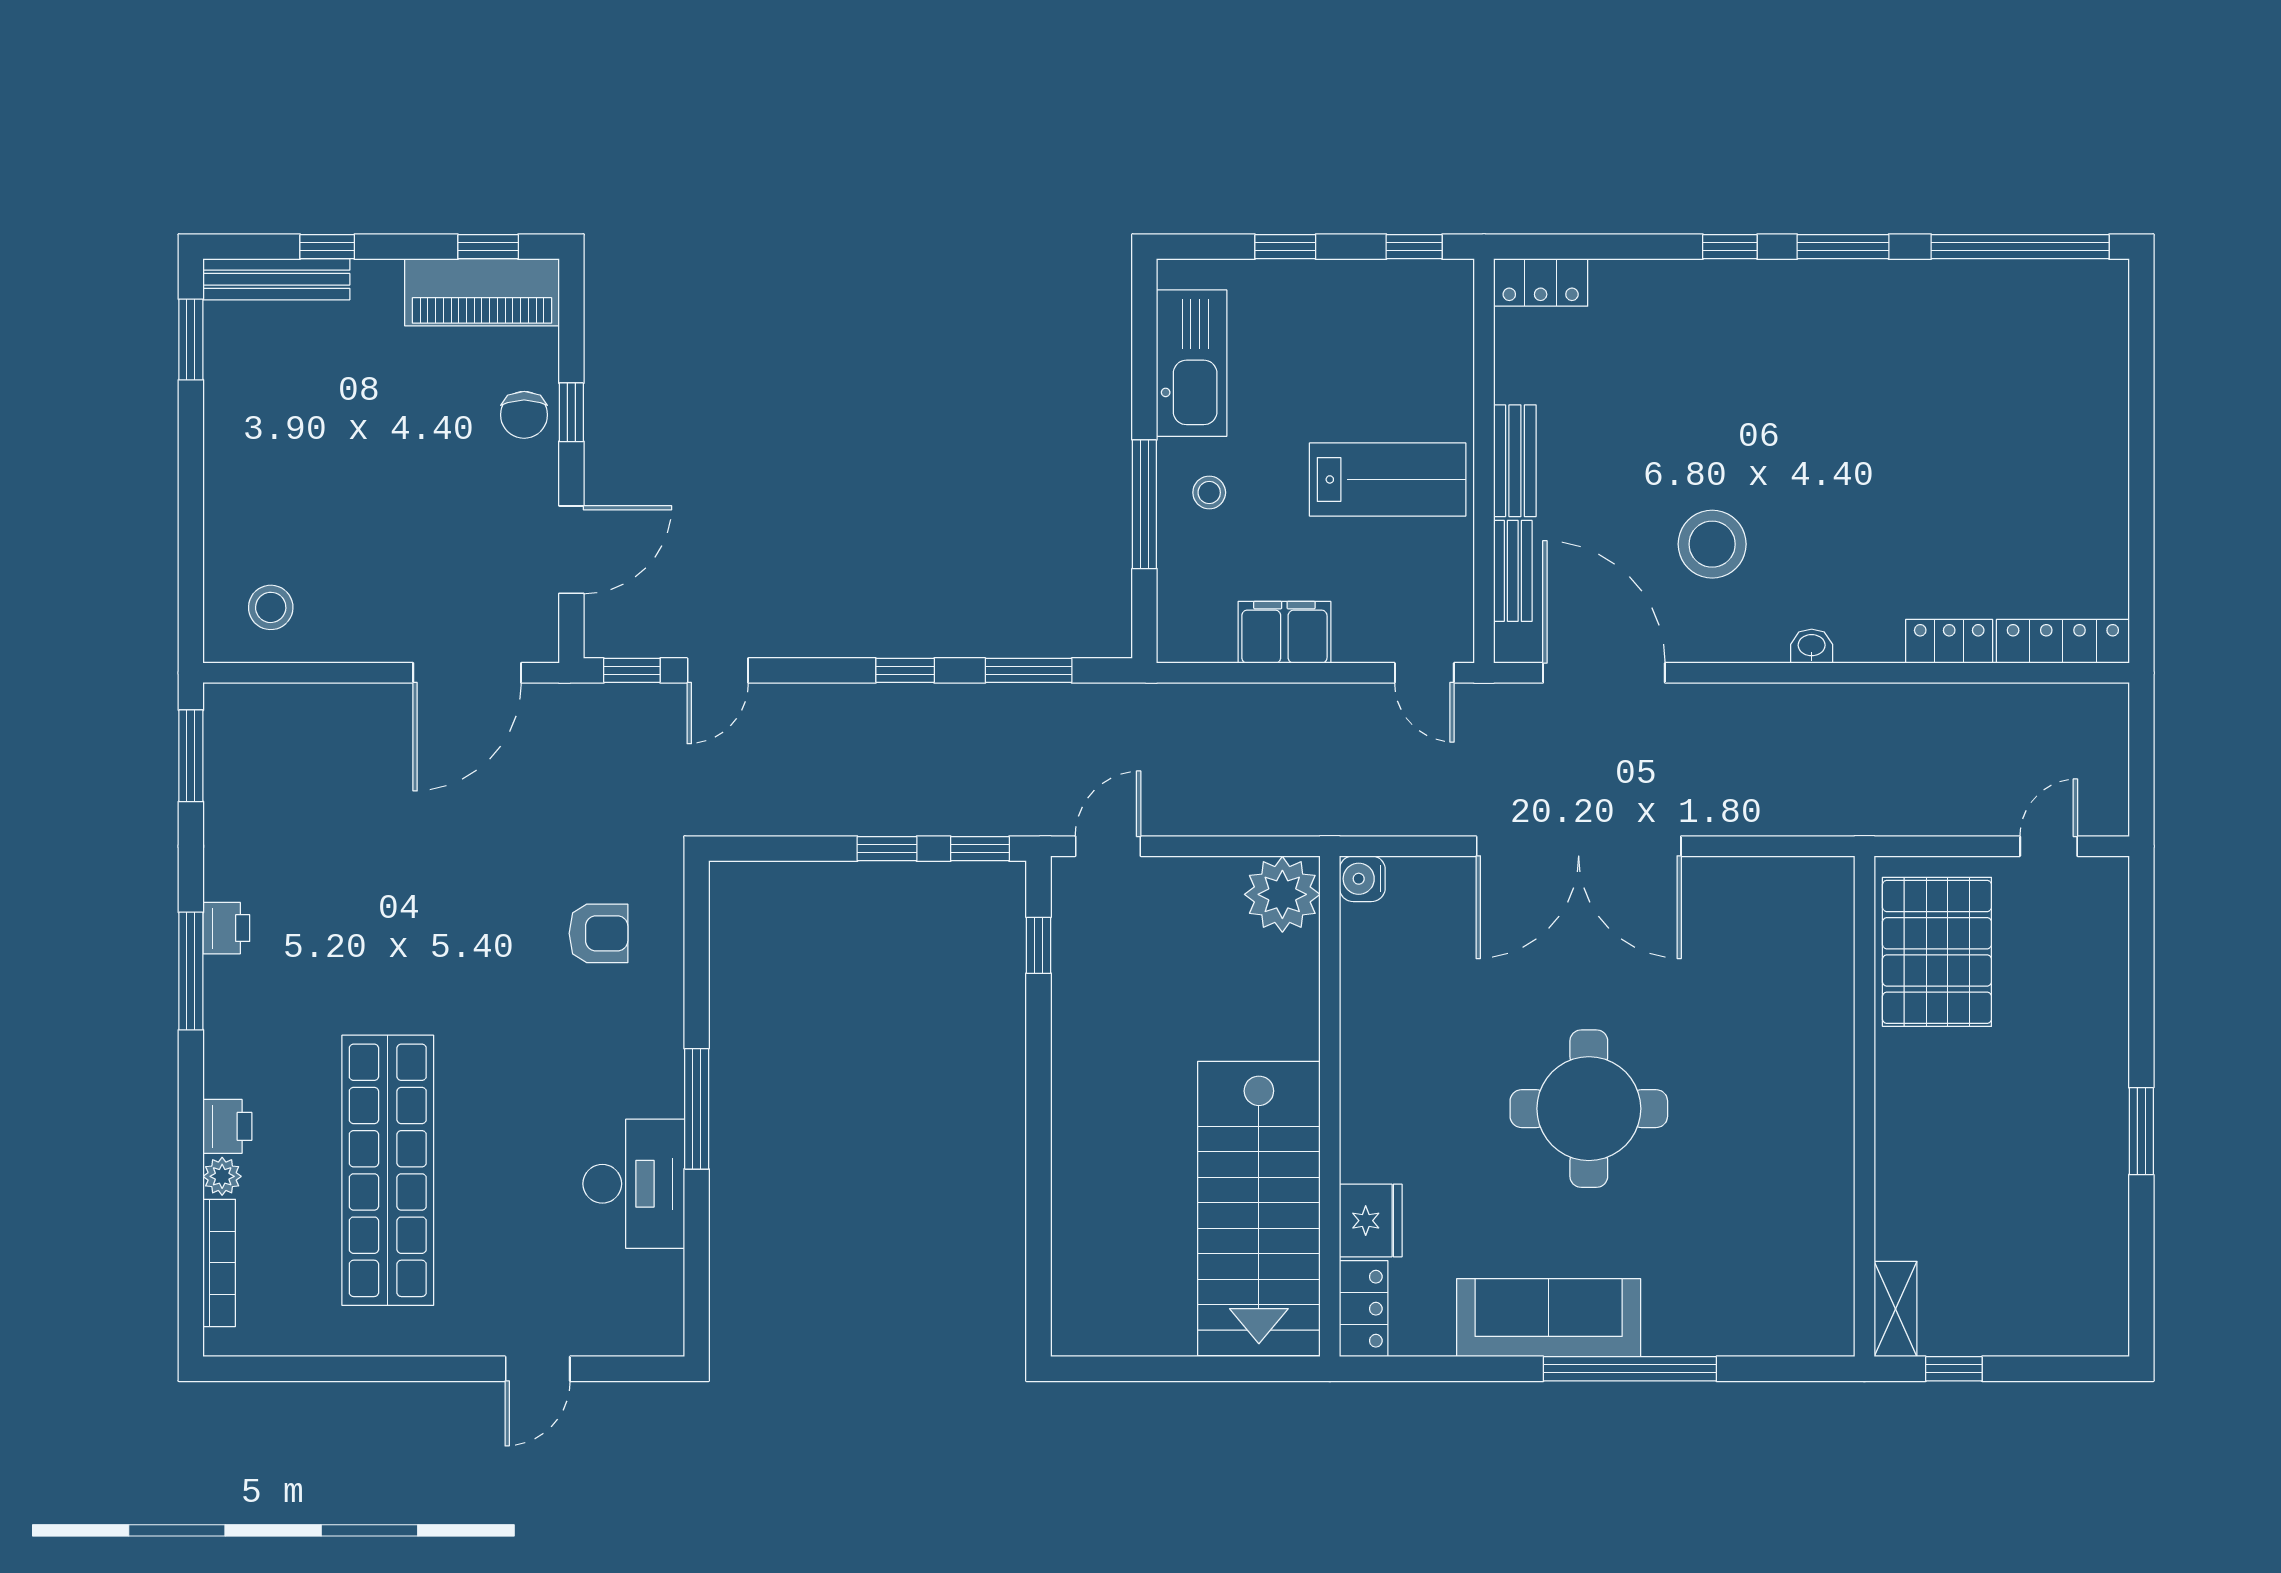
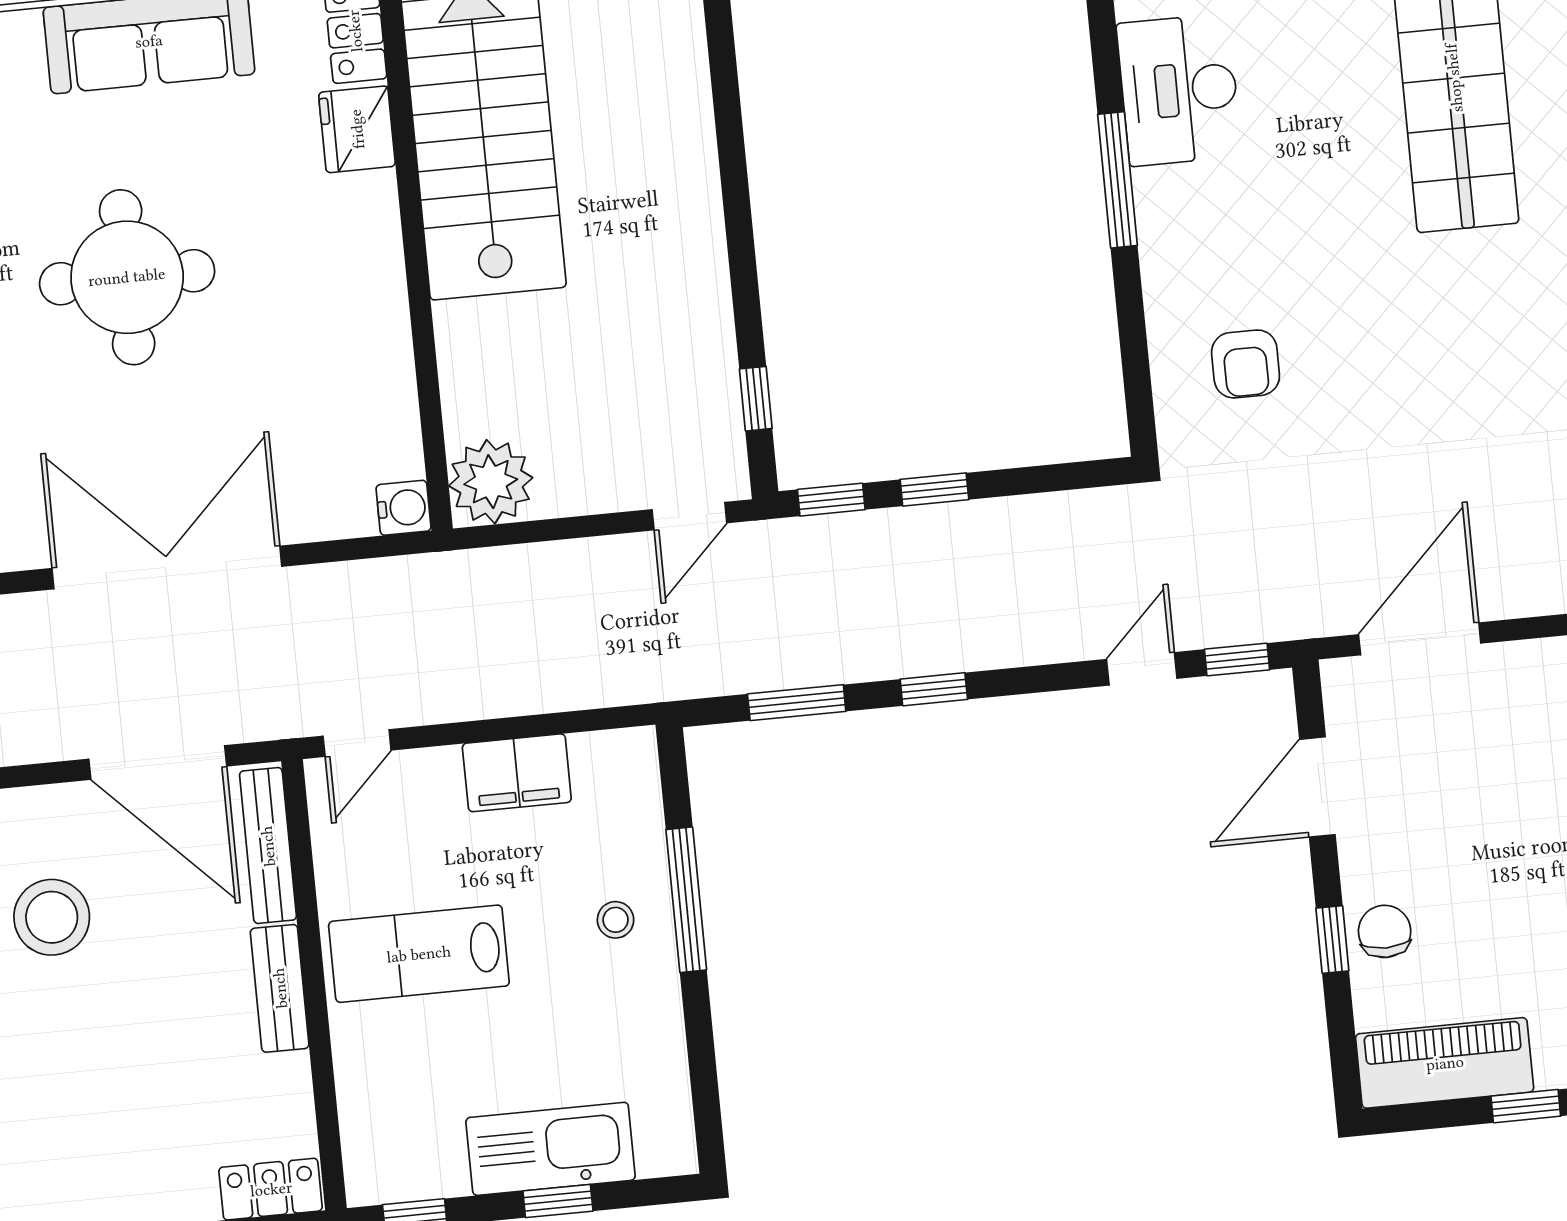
window: (488, 247) -> (1526, 1106), moved
kitchen sink: (1192, 363) -> (551, 1149), moved, turned 90
bench: (1513, 571) -> (268, 846), width x1.36
door: (1424, 673) -> (357, 743), swing flipped
armchair: (598, 933) -> (1246, 364), turned -90

